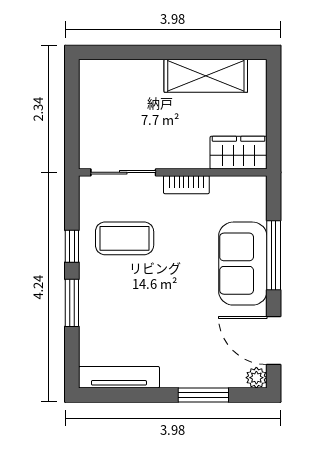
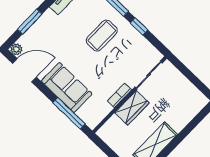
wardrobe: (239, 153) -> (132, 108), moved
coffee table: (125, 238) -> (102, 35), moved
window: (274, 255) -> (69, 113), moved

